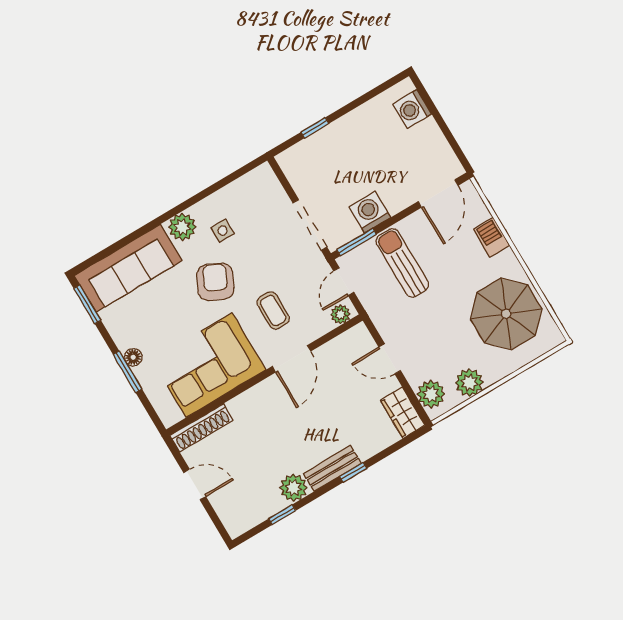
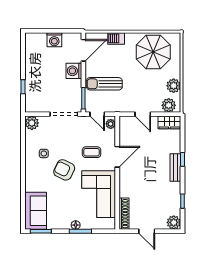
washing machine: (412, 109) -> (54, 40), moved
door: (438, 194) -> (83, 50), hinge flipped
washing machine: (370, 212) -> (74, 71), moved
plant: (182, 227) -> (32, 123), moved
sofa: (128, 268) -> (36, 211), width x0.73
door: (291, 359) -> (117, 157), hinge flipped
door: (390, 359) -> (143, 114), hinge flipped
door: (195, 485) -> (147, 231), swing flipped
plant: (294, 488) -> (174, 222), moved

